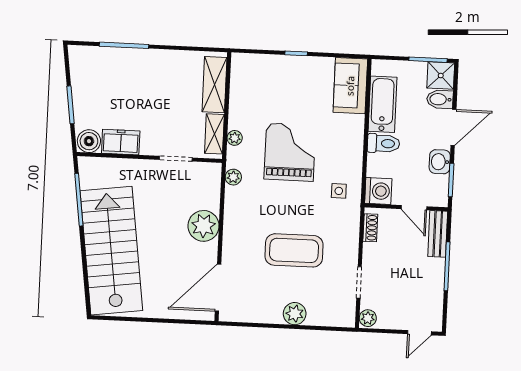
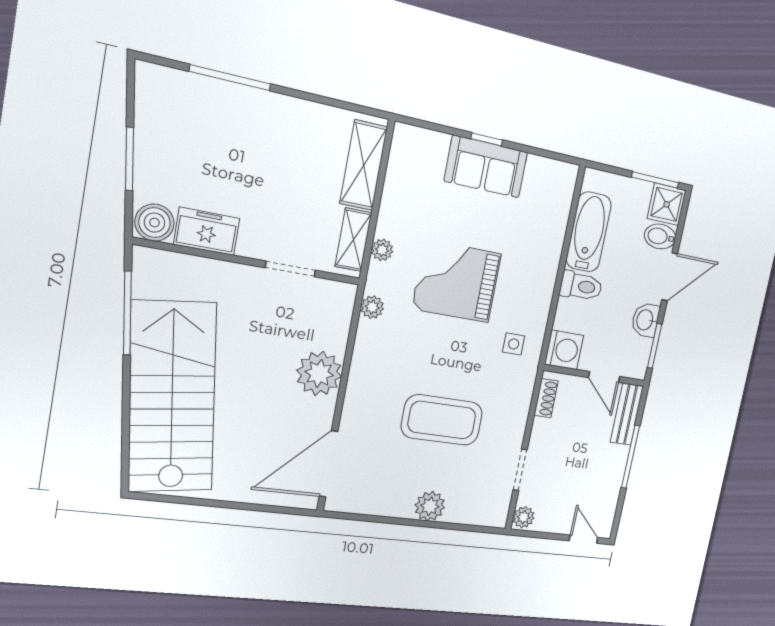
sofa: (350, 86) -> (486, 167), moved, turned -90
grand piano: (290, 152) -> (457, 281), turned -90
door: (419, 333) -> (584, 539), swing flipped

